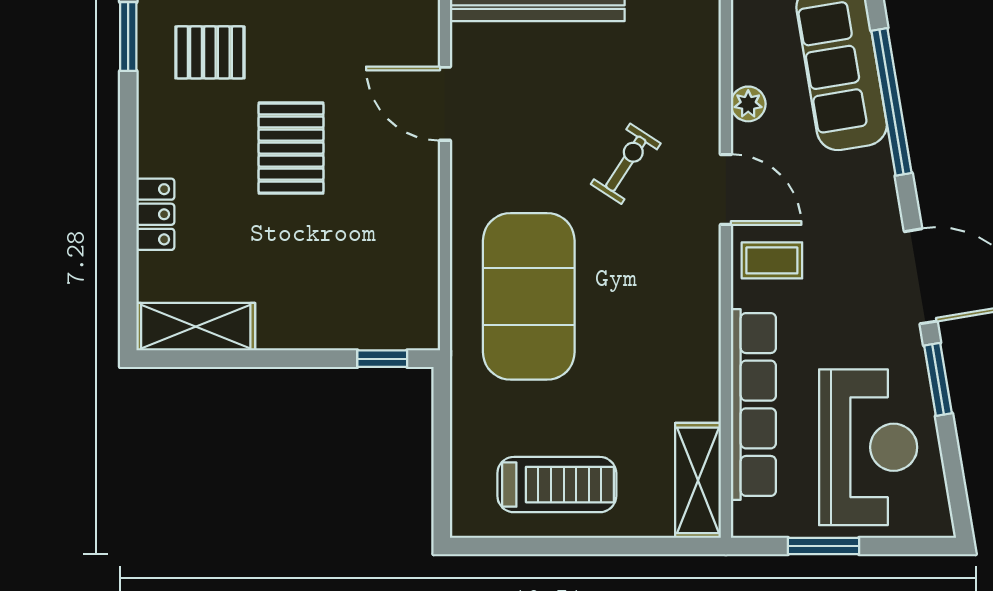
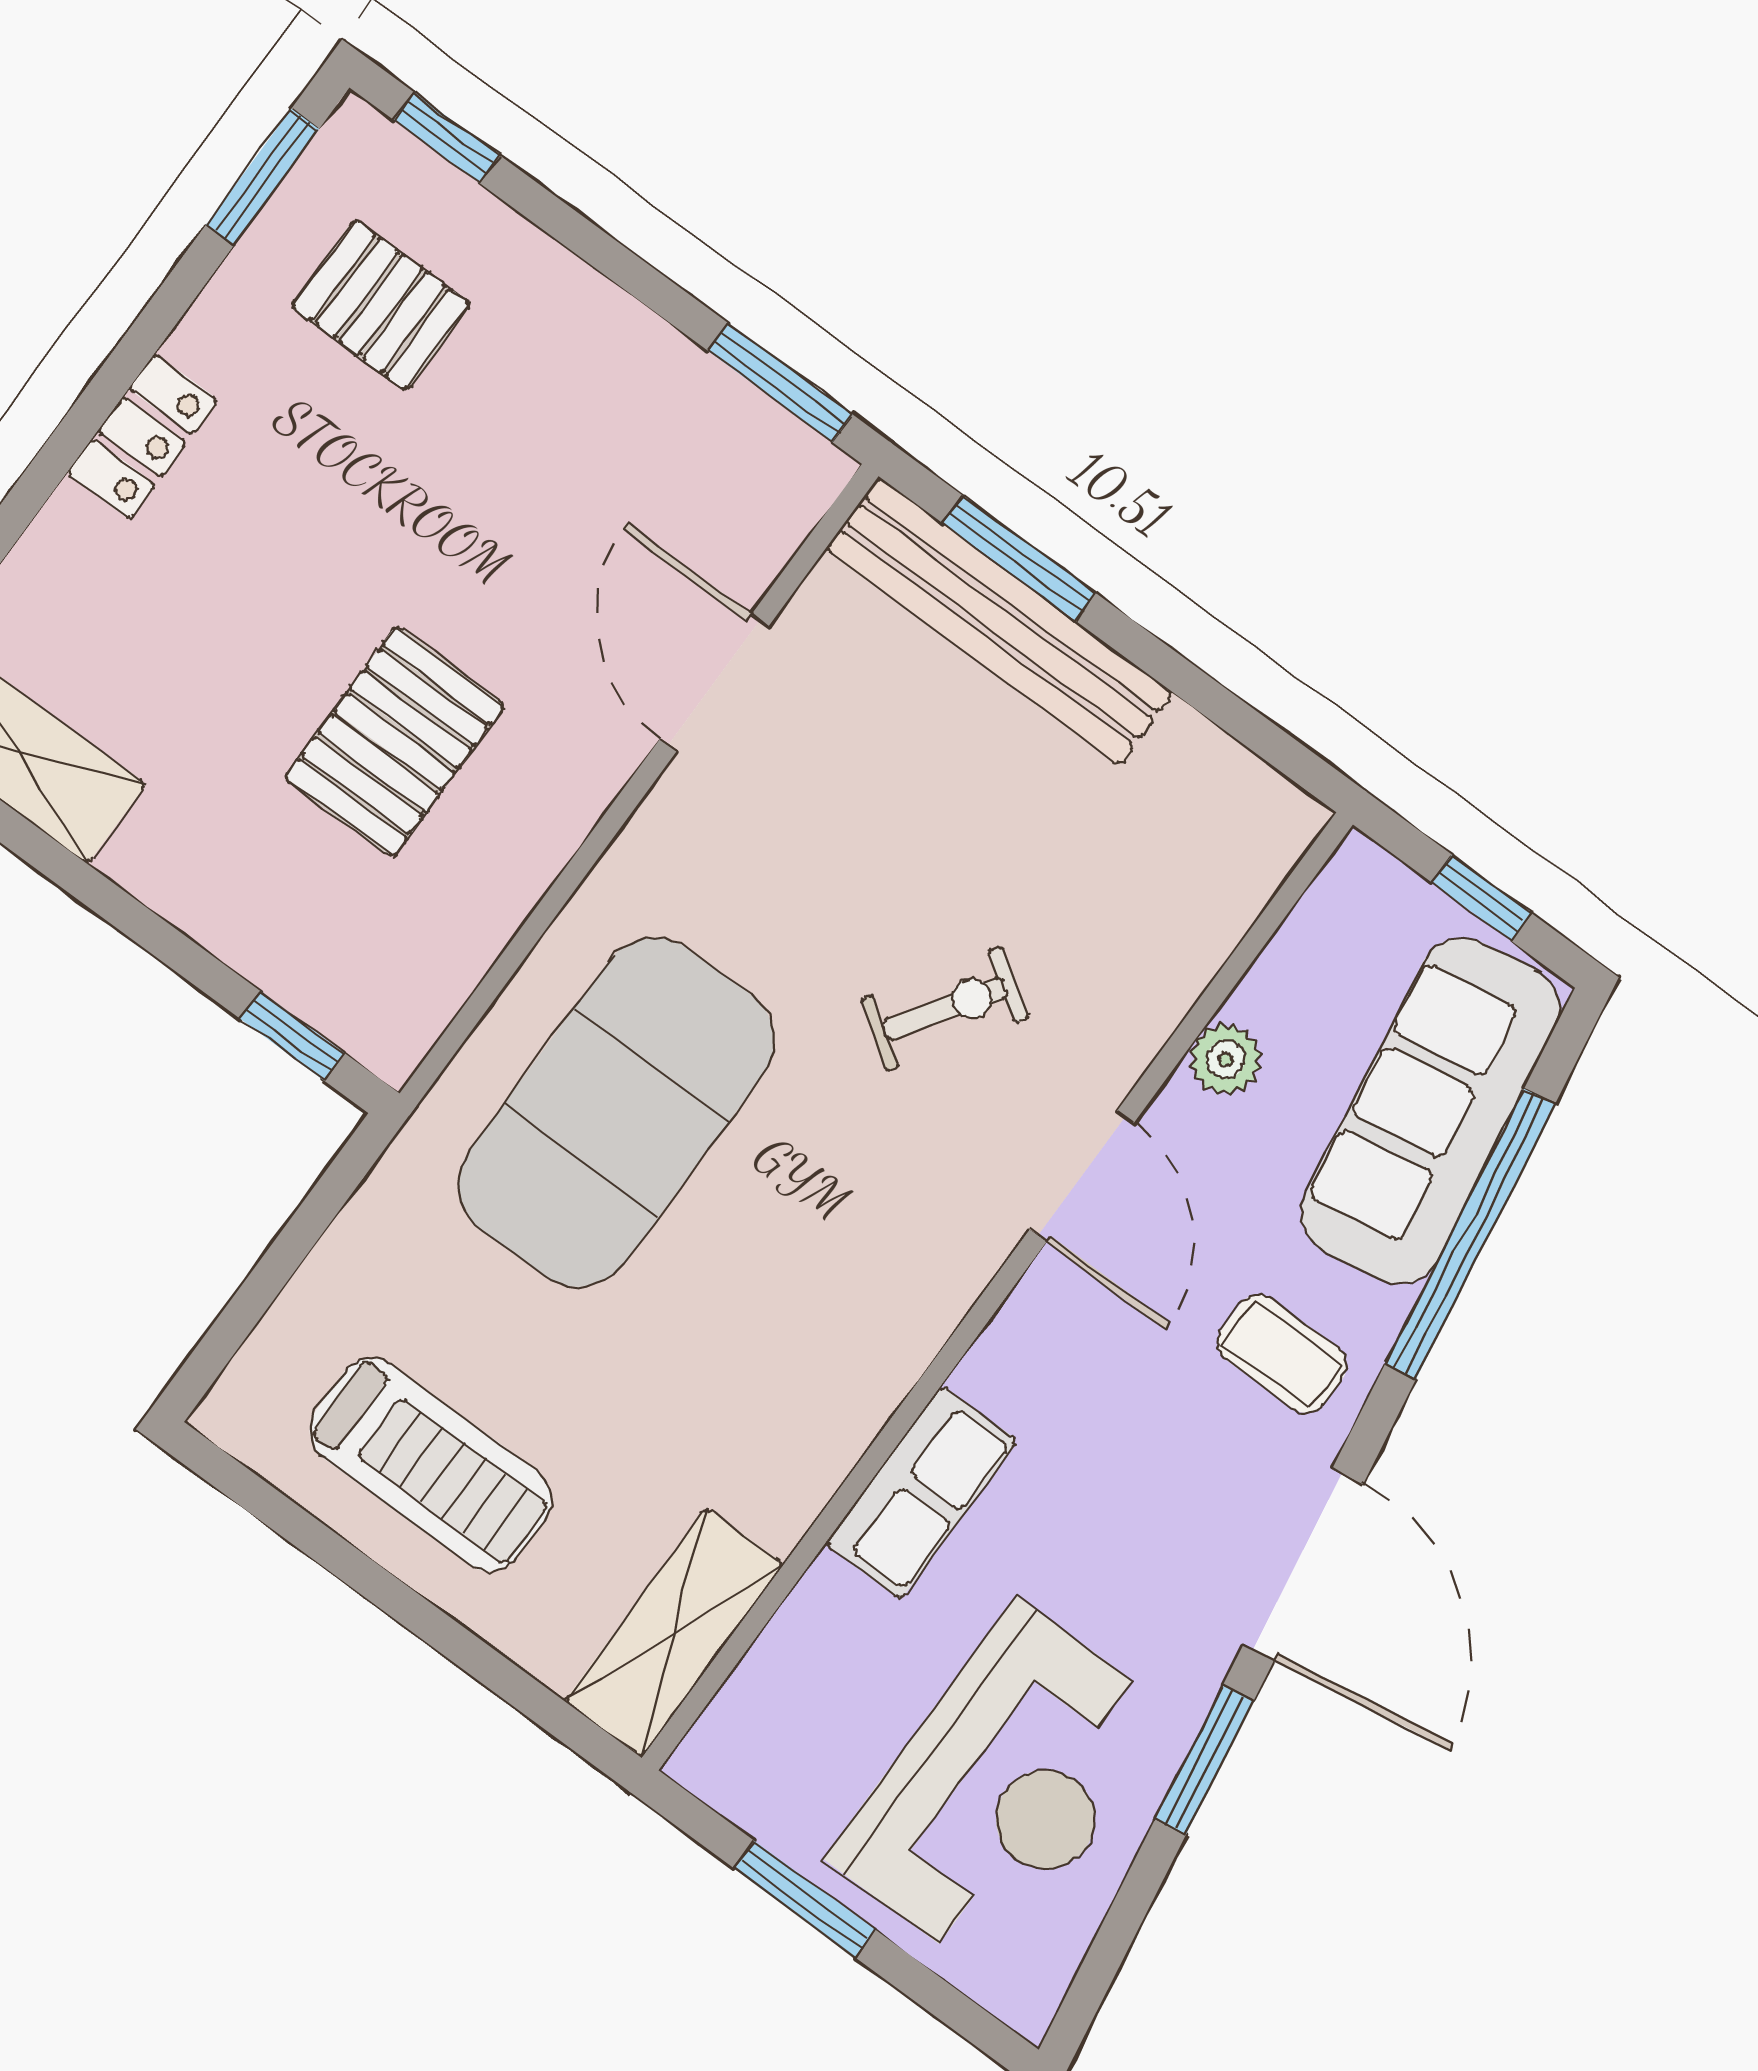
pallet: (291, 148) -> (395, 742), moved
locker: (155, 214) -> (142, 437), moved
coffee table: (772, 260) -> (1282, 1354), moved
row of seats: (753, 404) -> (921, 1492), width x0.50

